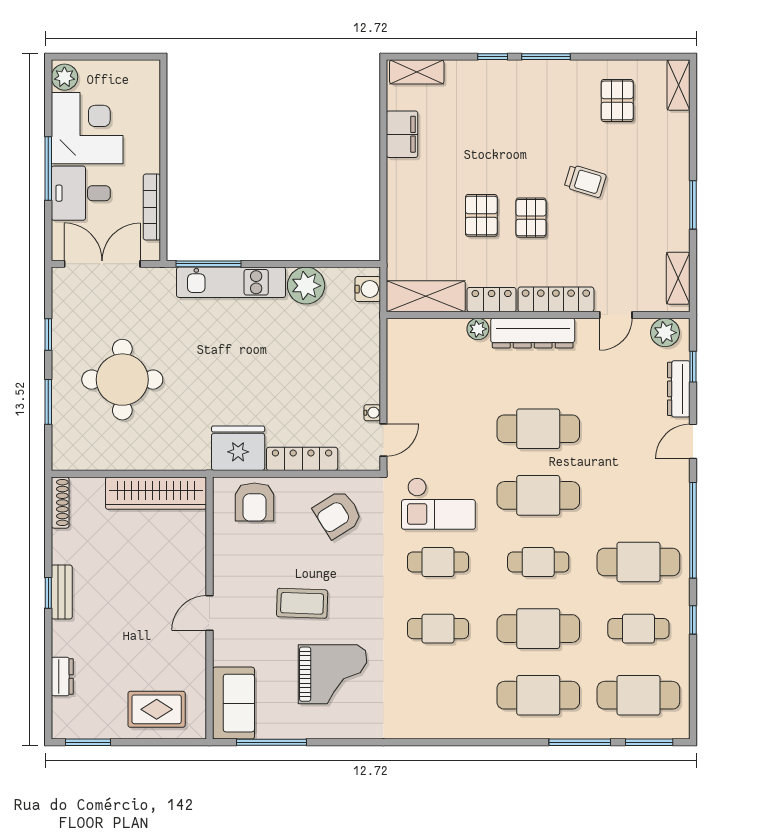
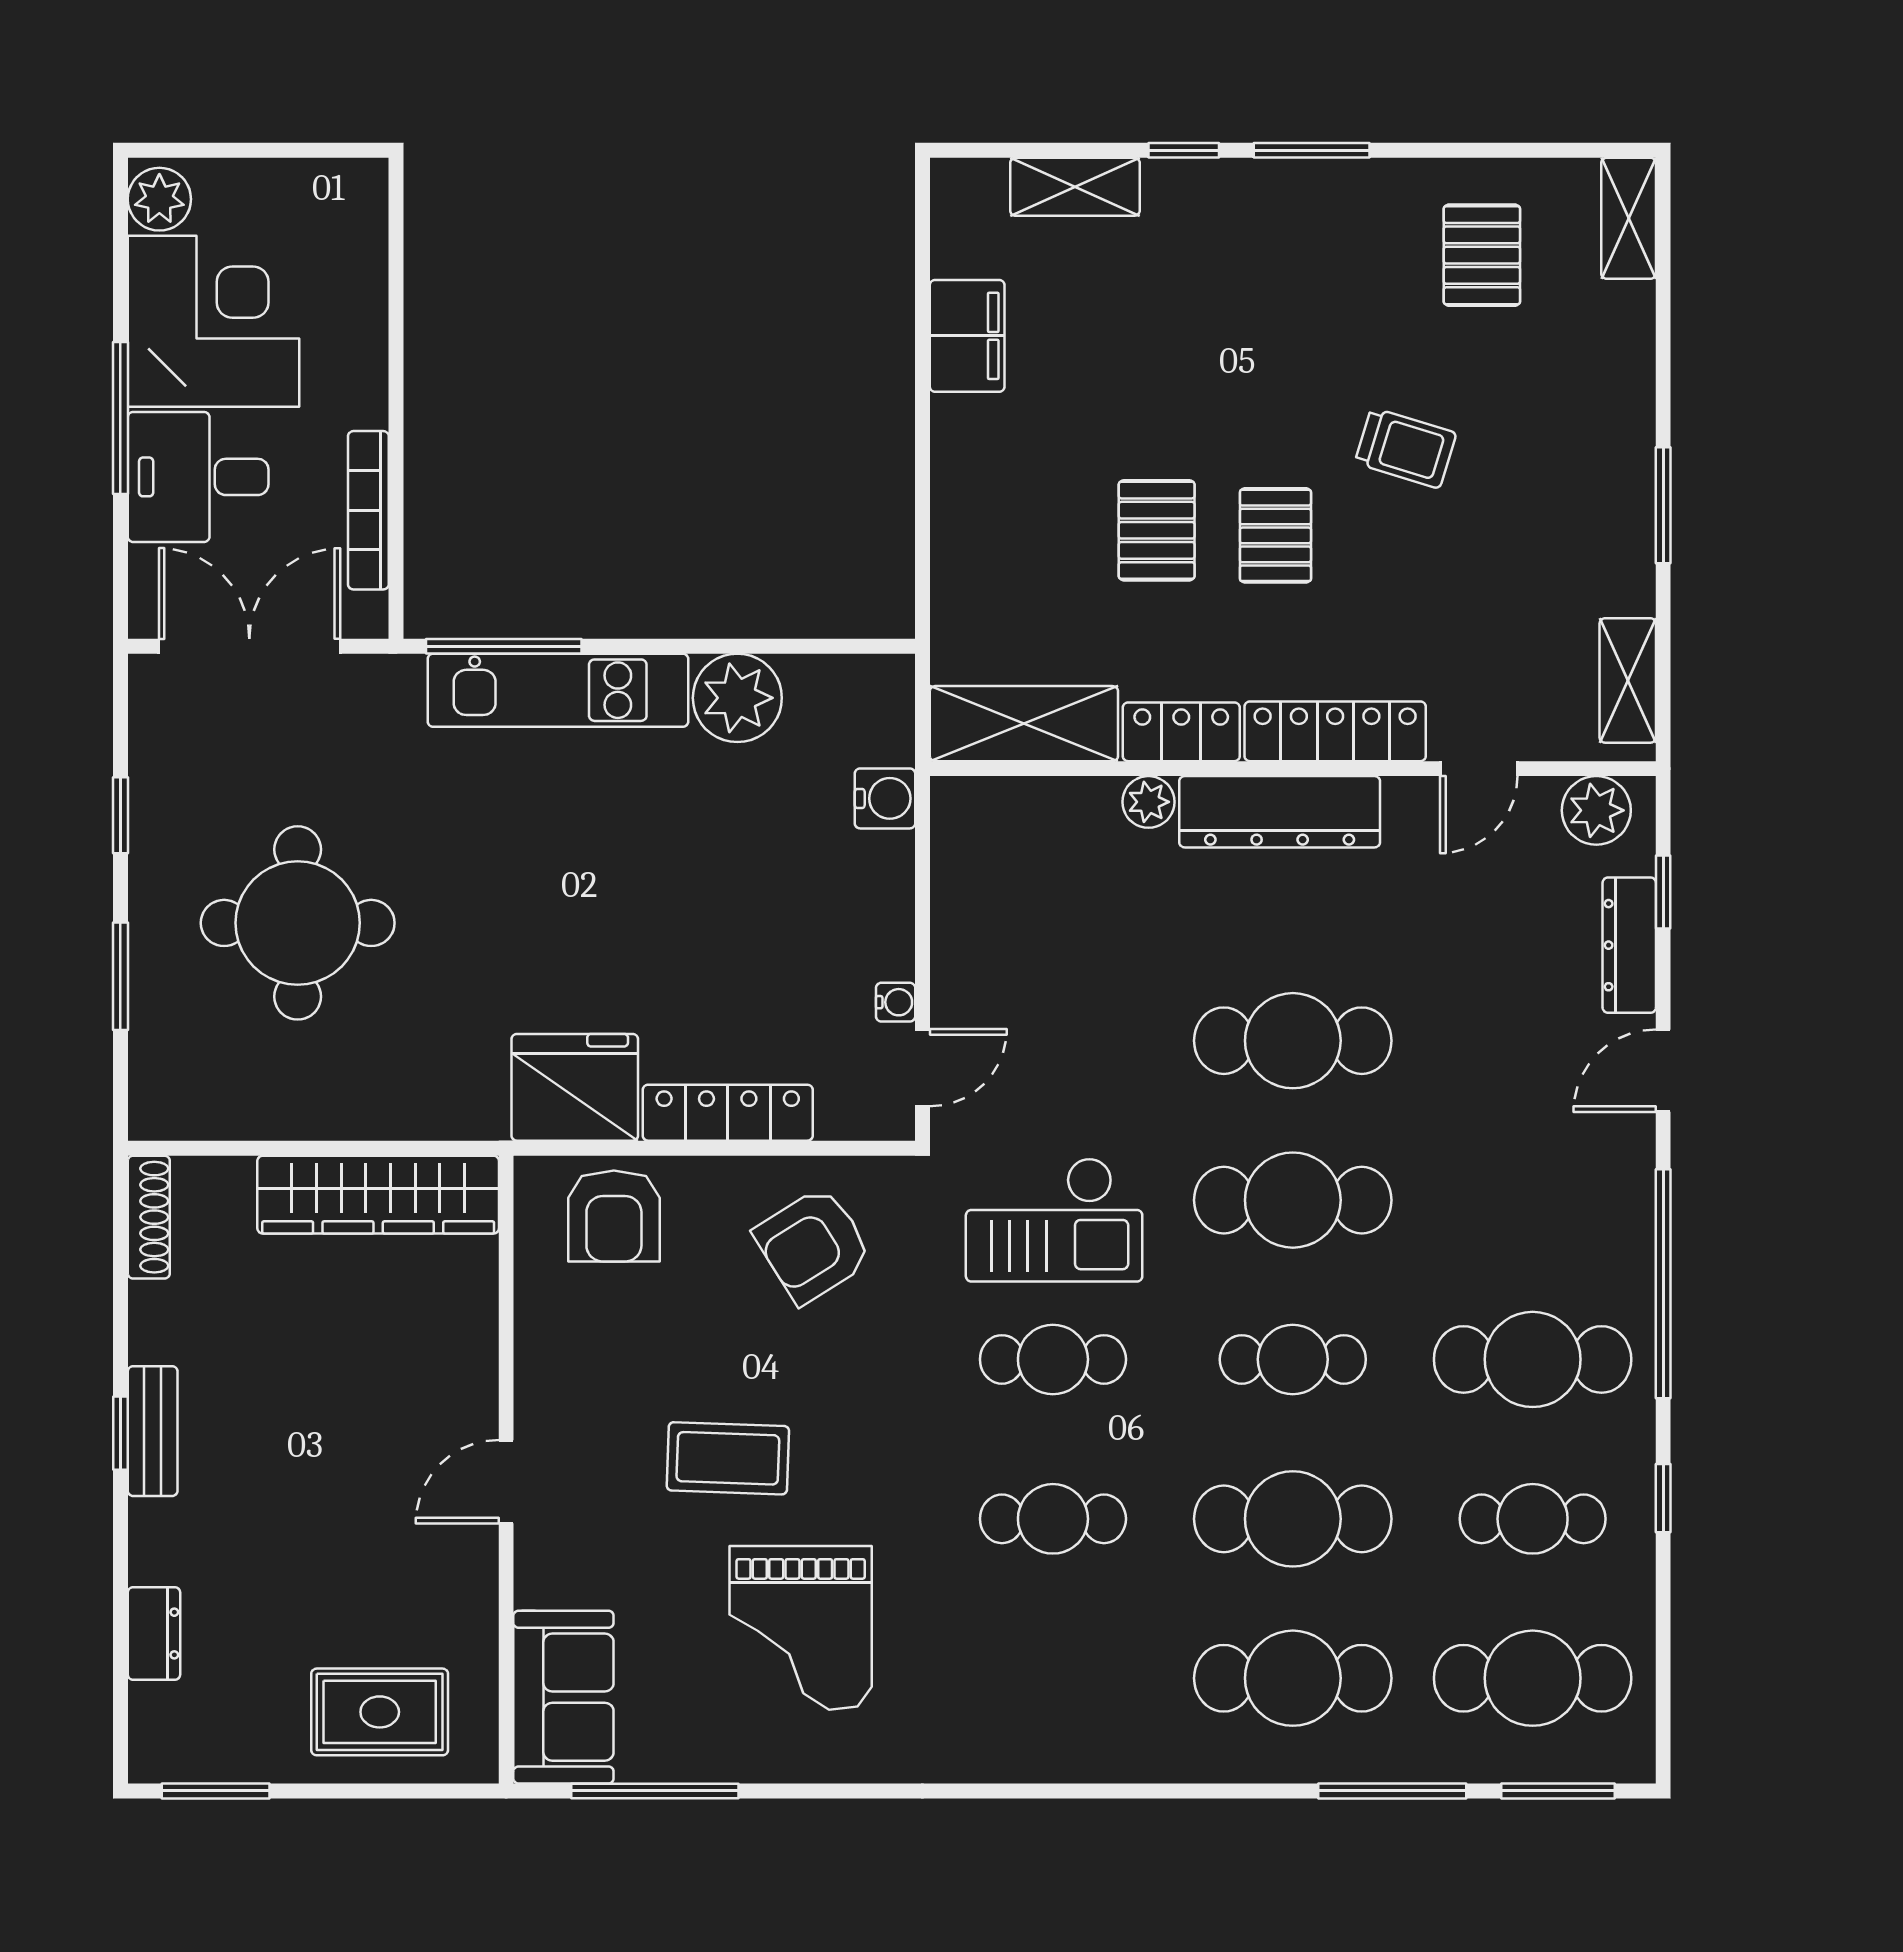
shelving: (417, 72) -> (1075, 187), moved
water cooler: (368, 289) -> (885, 798), moved
grand piano: (333, 674) -> (801, 1628), turned 90

